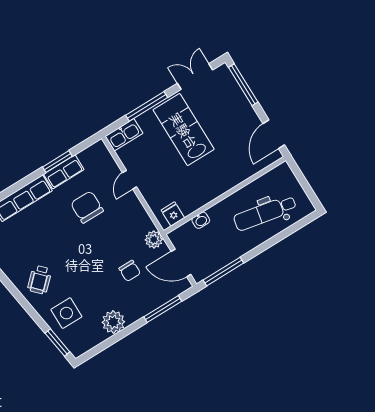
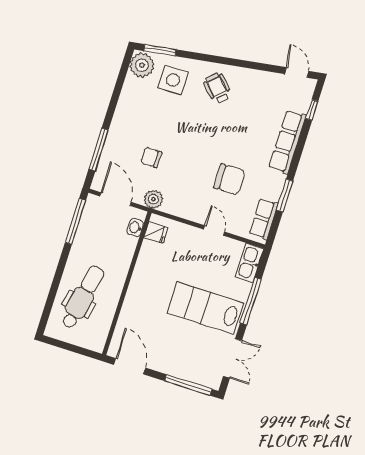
lab bench: (184, 130) -> (205, 308), turned 180
row of seats: (64, 172) -> (264, 219), moved
washbasin: (201, 220) -> (135, 228), moved
door: (181, 263) -> (116, 199), hinge flipped
plant: (113, 322) -> (142, 65), moved

